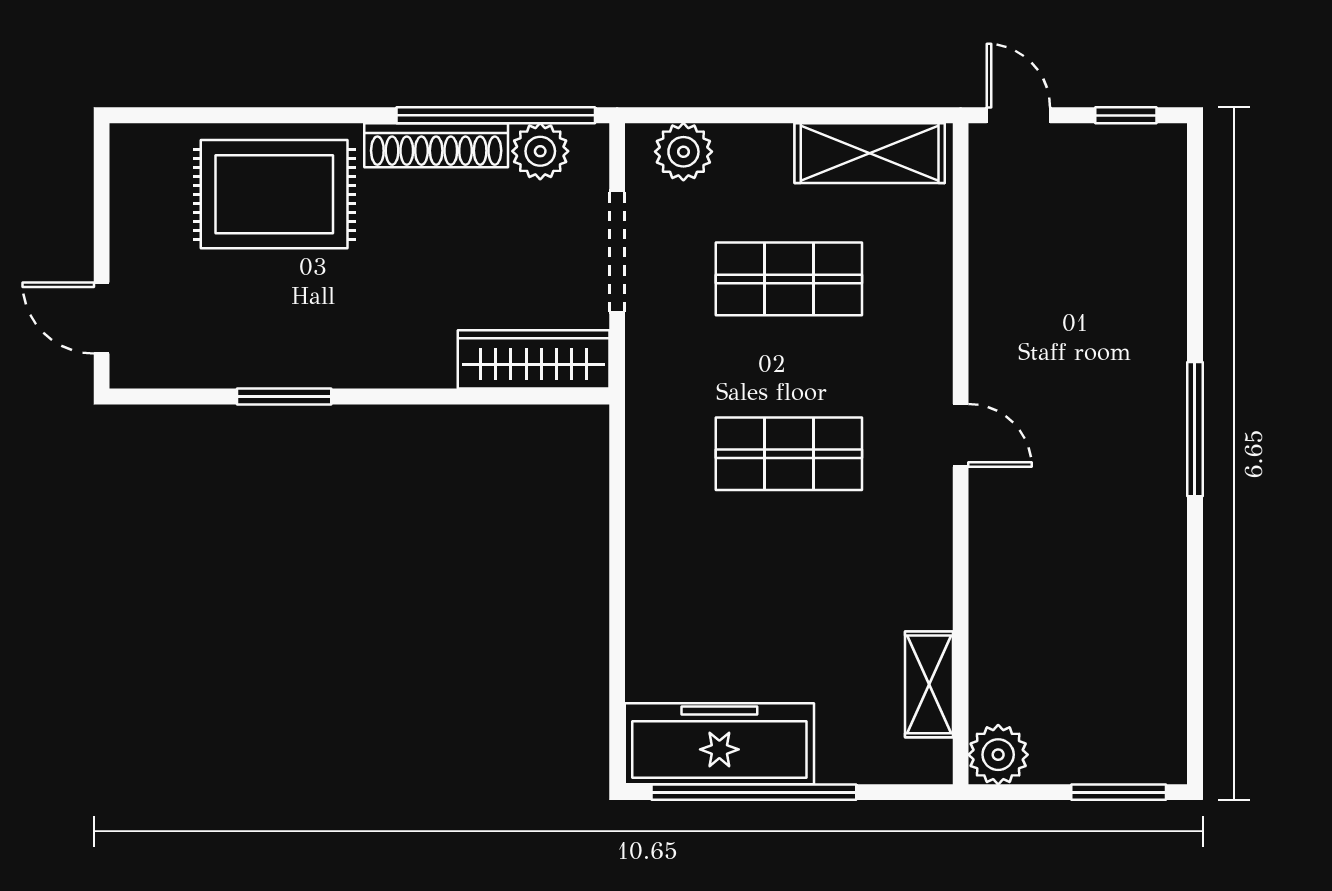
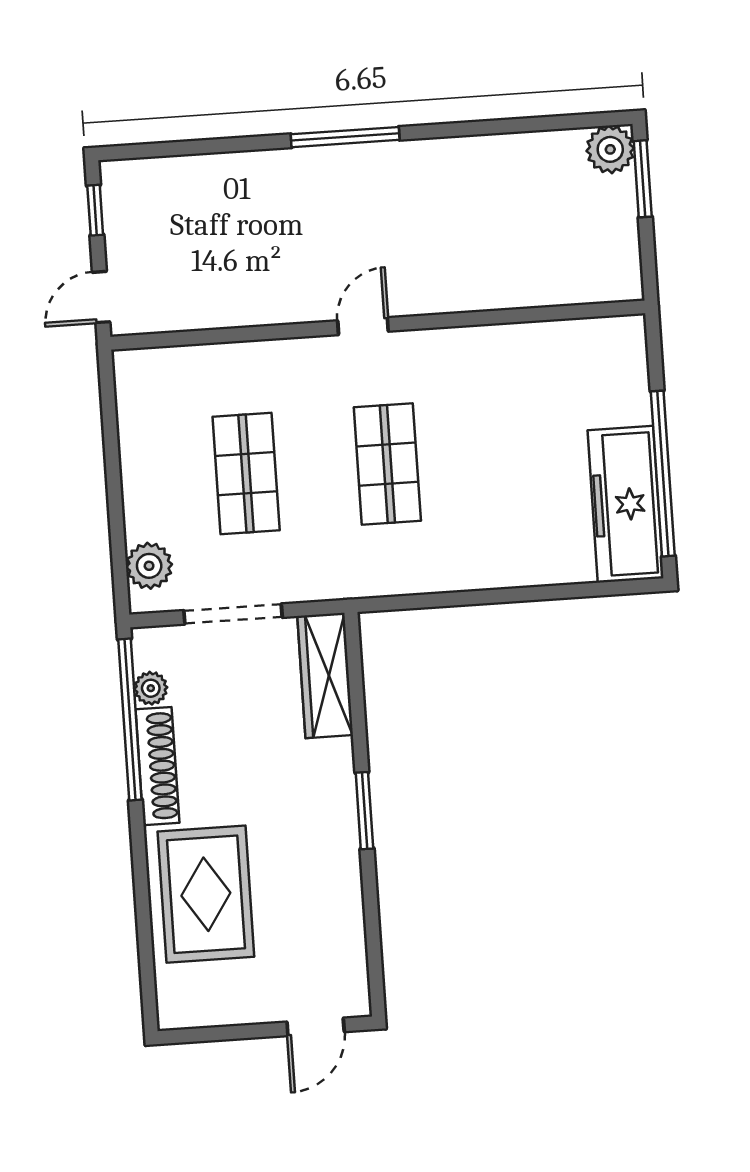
plant: (540, 151) -> (151, 688), width x0.73, depth x0.73
shelving: (870, 153) -> (140, 415), removed
window: (284, 396) -> (364, 811), moved
shelving: (929, 684) -> (566, 338), removed
plant: (998, 755) -> (610, 149), moved

